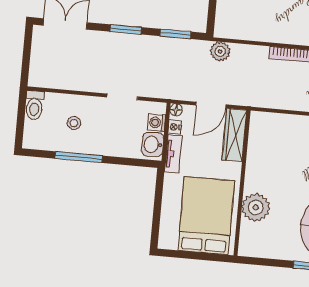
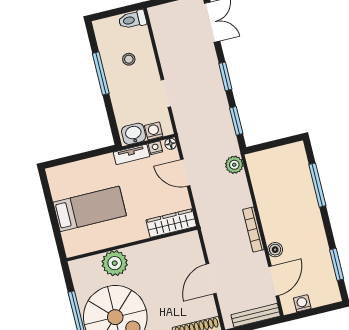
wardrobe: (234, 135) -> (171, 223), moved
wall: (242, 183) -> (132, 244), moved
plant: (256, 207) -> (115, 263), moved
bed: (206, 216) -> (90, 209), width x0.67

